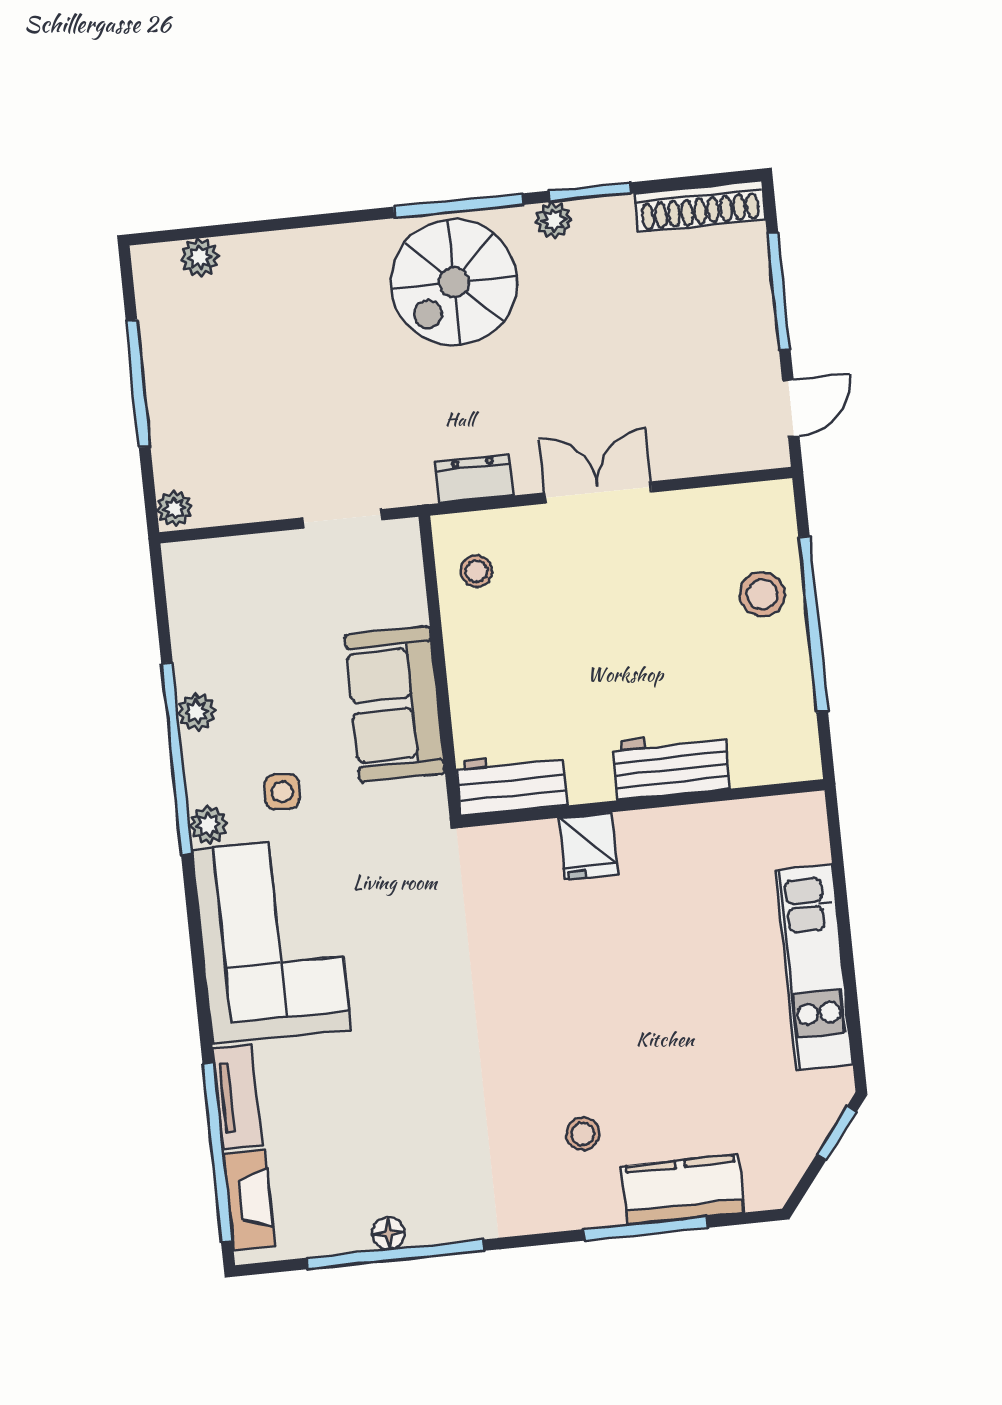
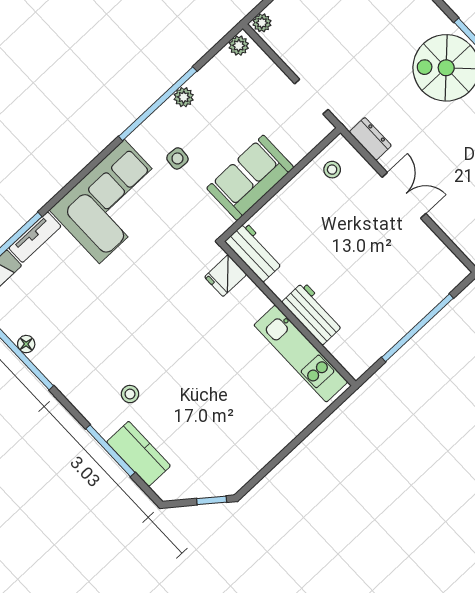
stool: (762, 594) -> (414, 297), removed
plant: (209, 825) -> (239, 46), moved
fridge: (588, 846) -> (226, 276), moved
kitchen unit: (814, 967) -> (301, 354), moved, turned -90

